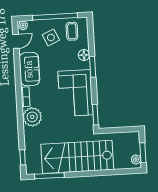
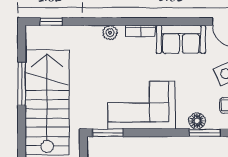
window: (93, 67) -> (205, 133), moved
plant: (32, 117) -> (110, 33), width x0.53, depth x0.53
window: (49, 176) -> (22, 84), moved

